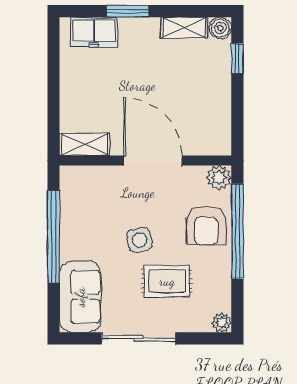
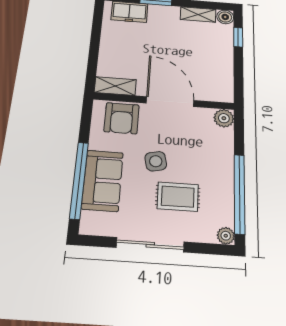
armchair: (206, 225) -> (122, 118), moved
window: (237, 231) -> (239, 194), moved
window: (54, 237) -> (79, 180), moved
sofa: (80, 297) -> (103, 180), moved

